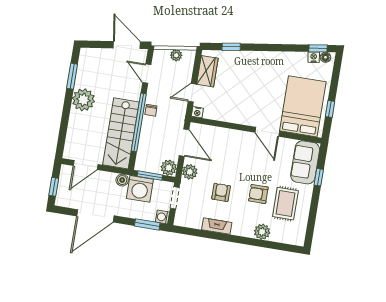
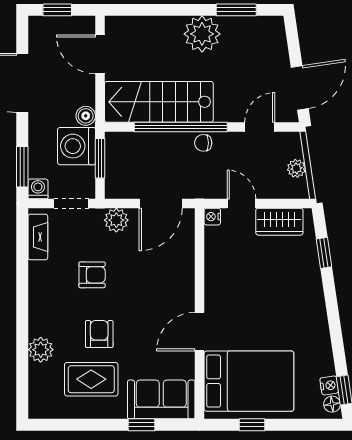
plant: (169, 168) -> (117, 186), removed
fireplace: (217, 226) -> (38, 237), moved

